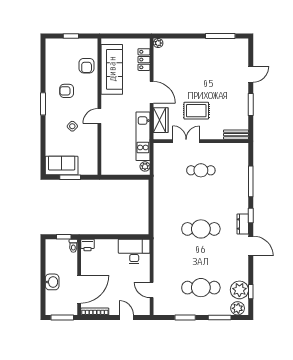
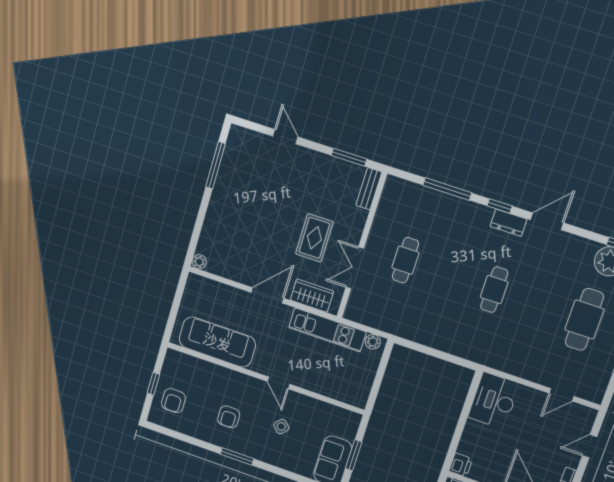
locker: (144, 60) -> (217, 291), removed
armchair: (87, 66) -> (173, 401), moved, turned 90
window: (251, 105) -> (349, 157), moved
cafe table: (201, 229) -> (494, 290), width x0.73, depth x0.74

